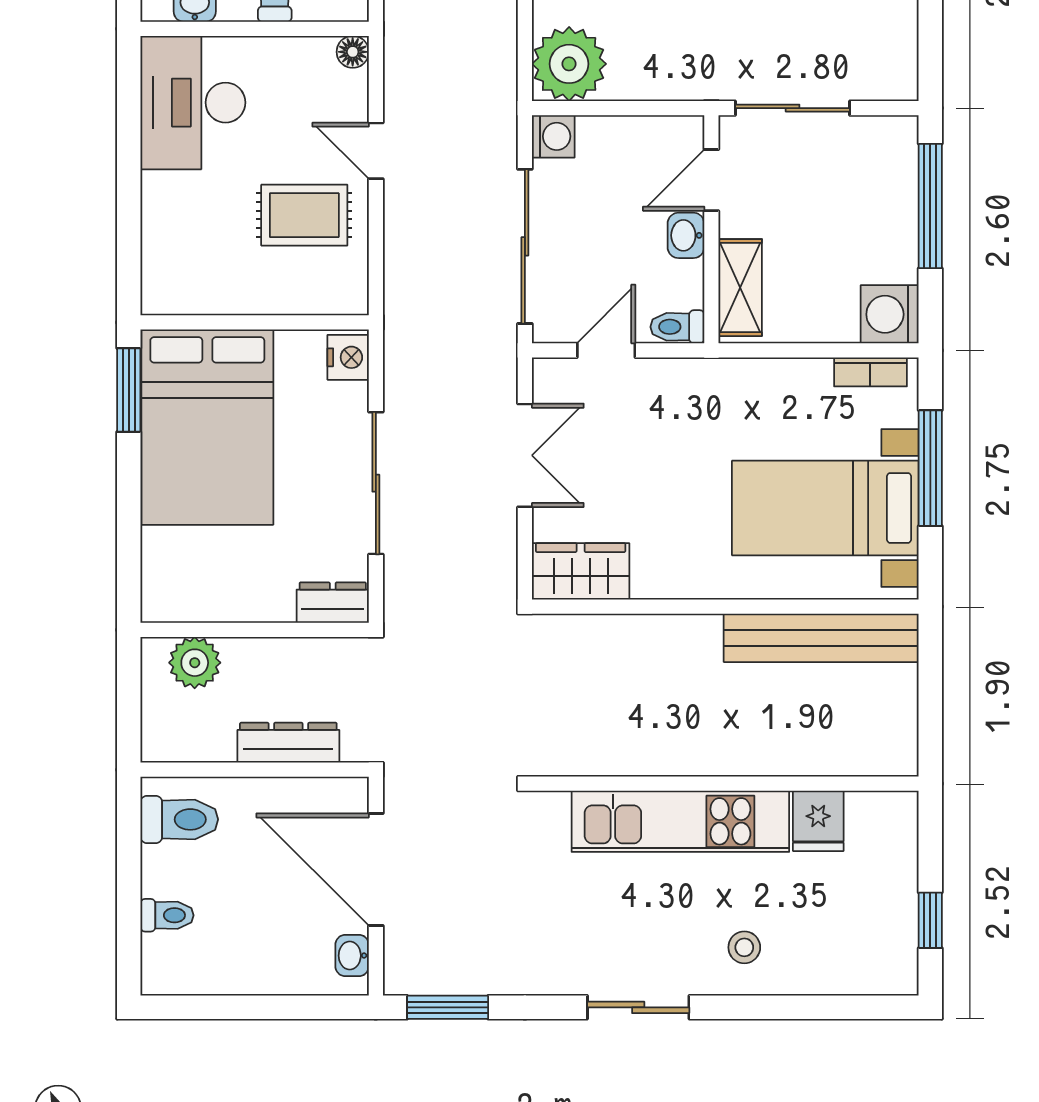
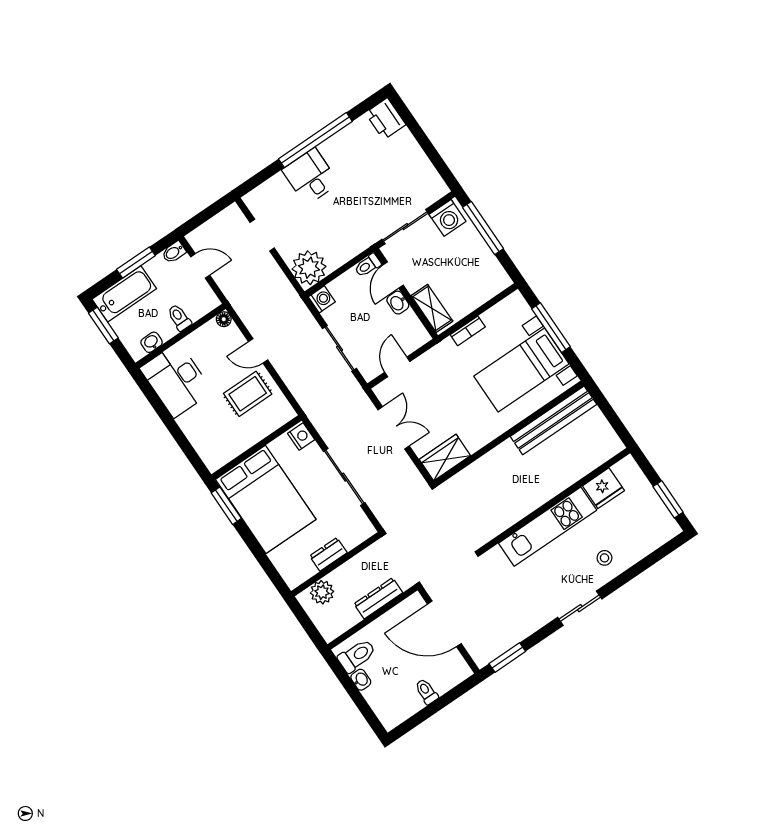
sliding door: (525, 246) -> (340, 348), width x0.73
washing machine: (890, 314) -> (448, 218), moved, turned -90
toilet: (677, 327) -> (368, 265), moved
bookcase: (870, 372) -> (468, 331), moved
dresser: (333, 603) -> (328, 554), moved
fridge: (818, 821) -> (603, 488), width x1.38
toilet: (167, 915) -> (426, 692), moved, turned -90
window: (930, 920) -> (668, 499), width x1.50
washbasin: (352, 956) -> (361, 680), moved, turned 180

